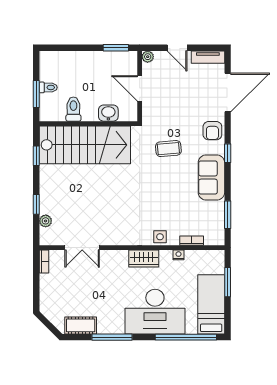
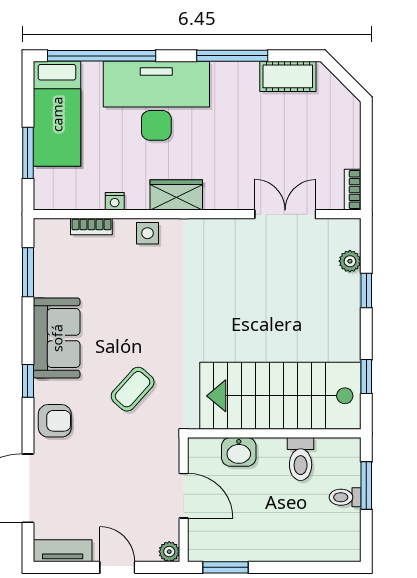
armchair: (212, 131) -> (55, 421), turned 90
coffee table: (168, 149) -> (133, 389), turned -43

